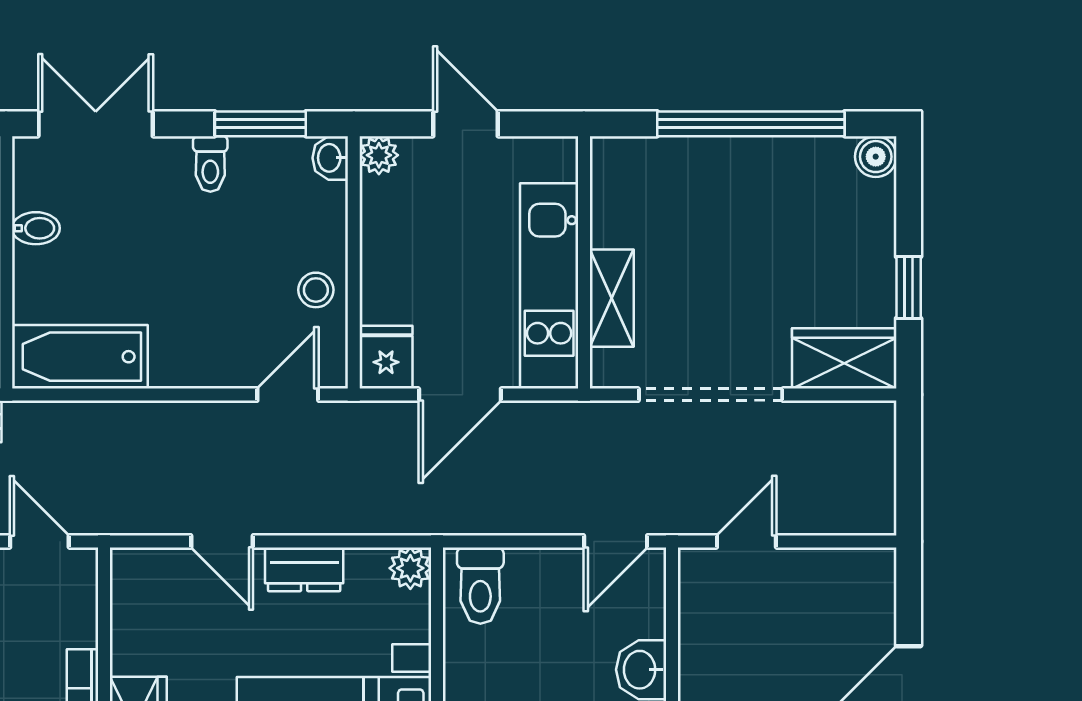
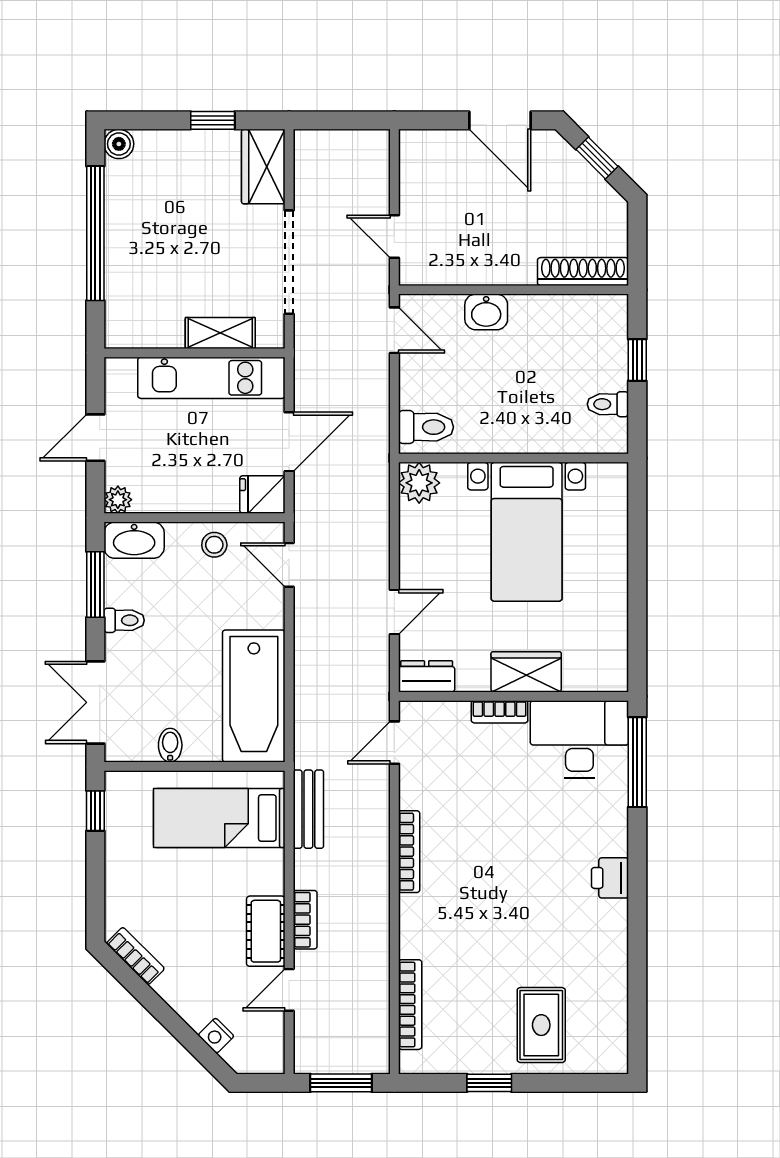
washbasin: (330, 158) -> (134, 540), width x1.91, depth x1.45
bathtub: (80, 357) -> (254, 696), width x1.36, depth x1.36
door: (460, 395) -> (289, 442), hinge flipped
plant: (410, 568) -> (419, 483), width x1.38, depth x1.38
dresser: (304, 569) -> (427, 676), moved, turned -90

